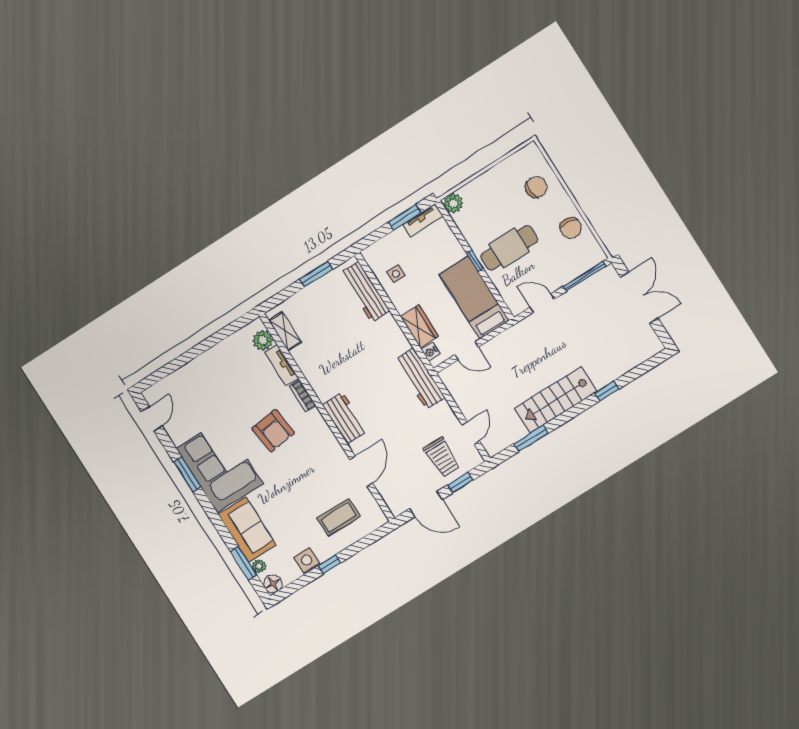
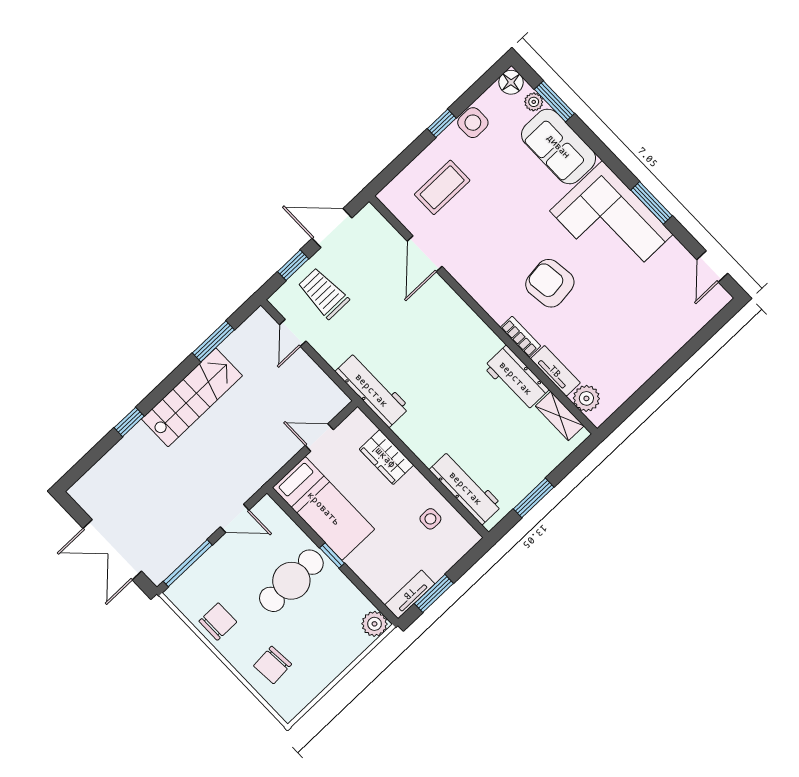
chair: (571, 228) -> (218, 622), turned 82
nightstand: (431, 352) -> (365, 427), removed
workbench: (345, 418) -> (516, 378), moved

